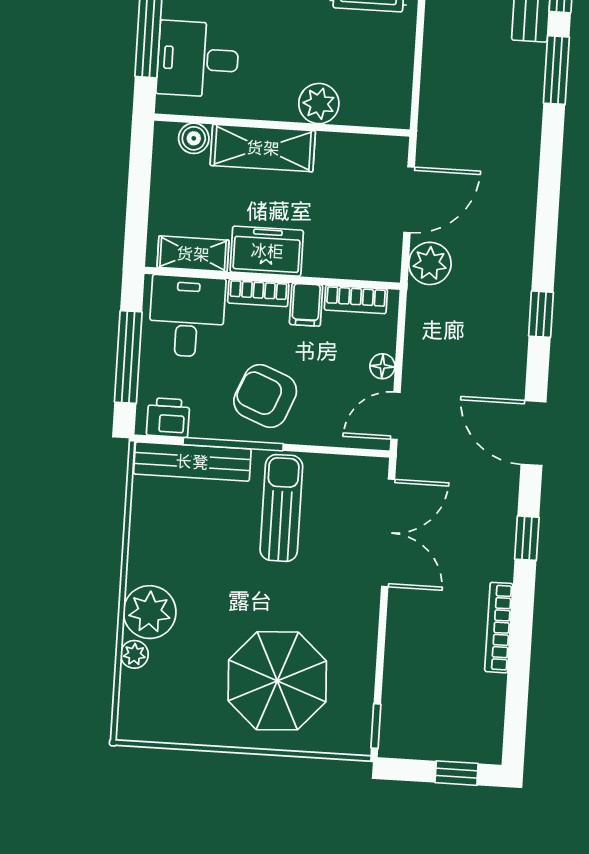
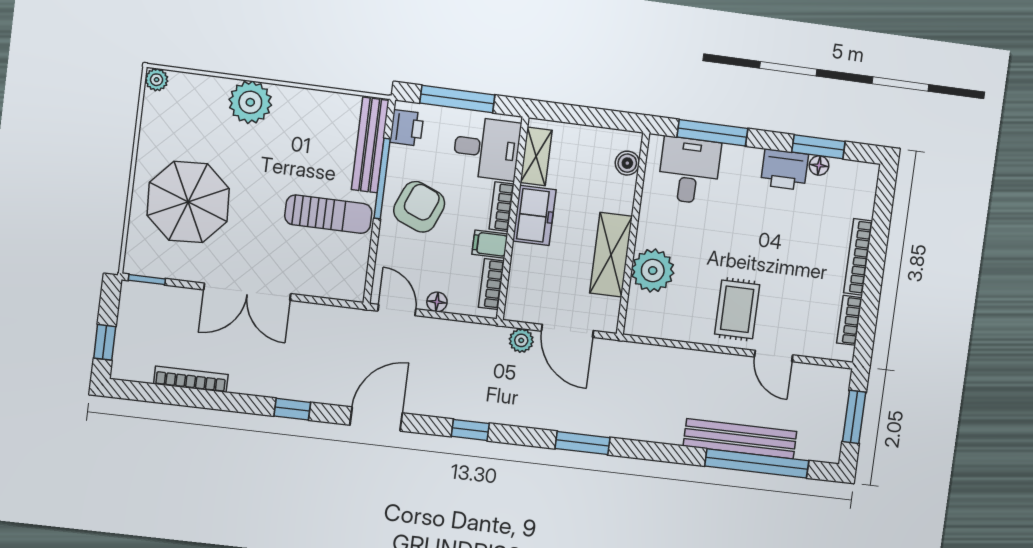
window: (556, 70) -> (583, 443), moved
plant: (319, 104) -> (653, 271), width x1.36, depth x1.36
shelving: (263, 148) -> (611, 255), moved
plant: (430, 263) -> (521, 340), width x0.73, depth x0.73
double door: (388, 533) -> (247, 292), moved
bookcase: (499, 628) -> (191, 379), moved
plant: (134, 654) -> (157, 80), moved

